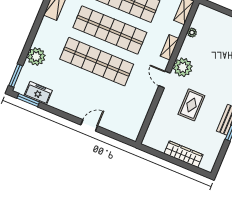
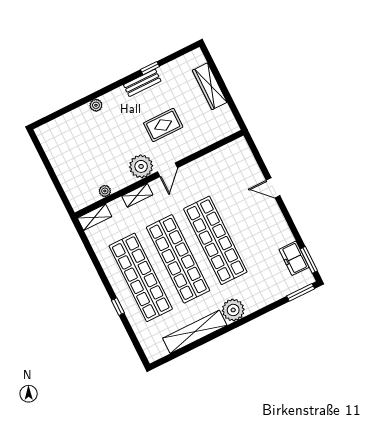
plant: (36, 57) -> (233, 310), moved

